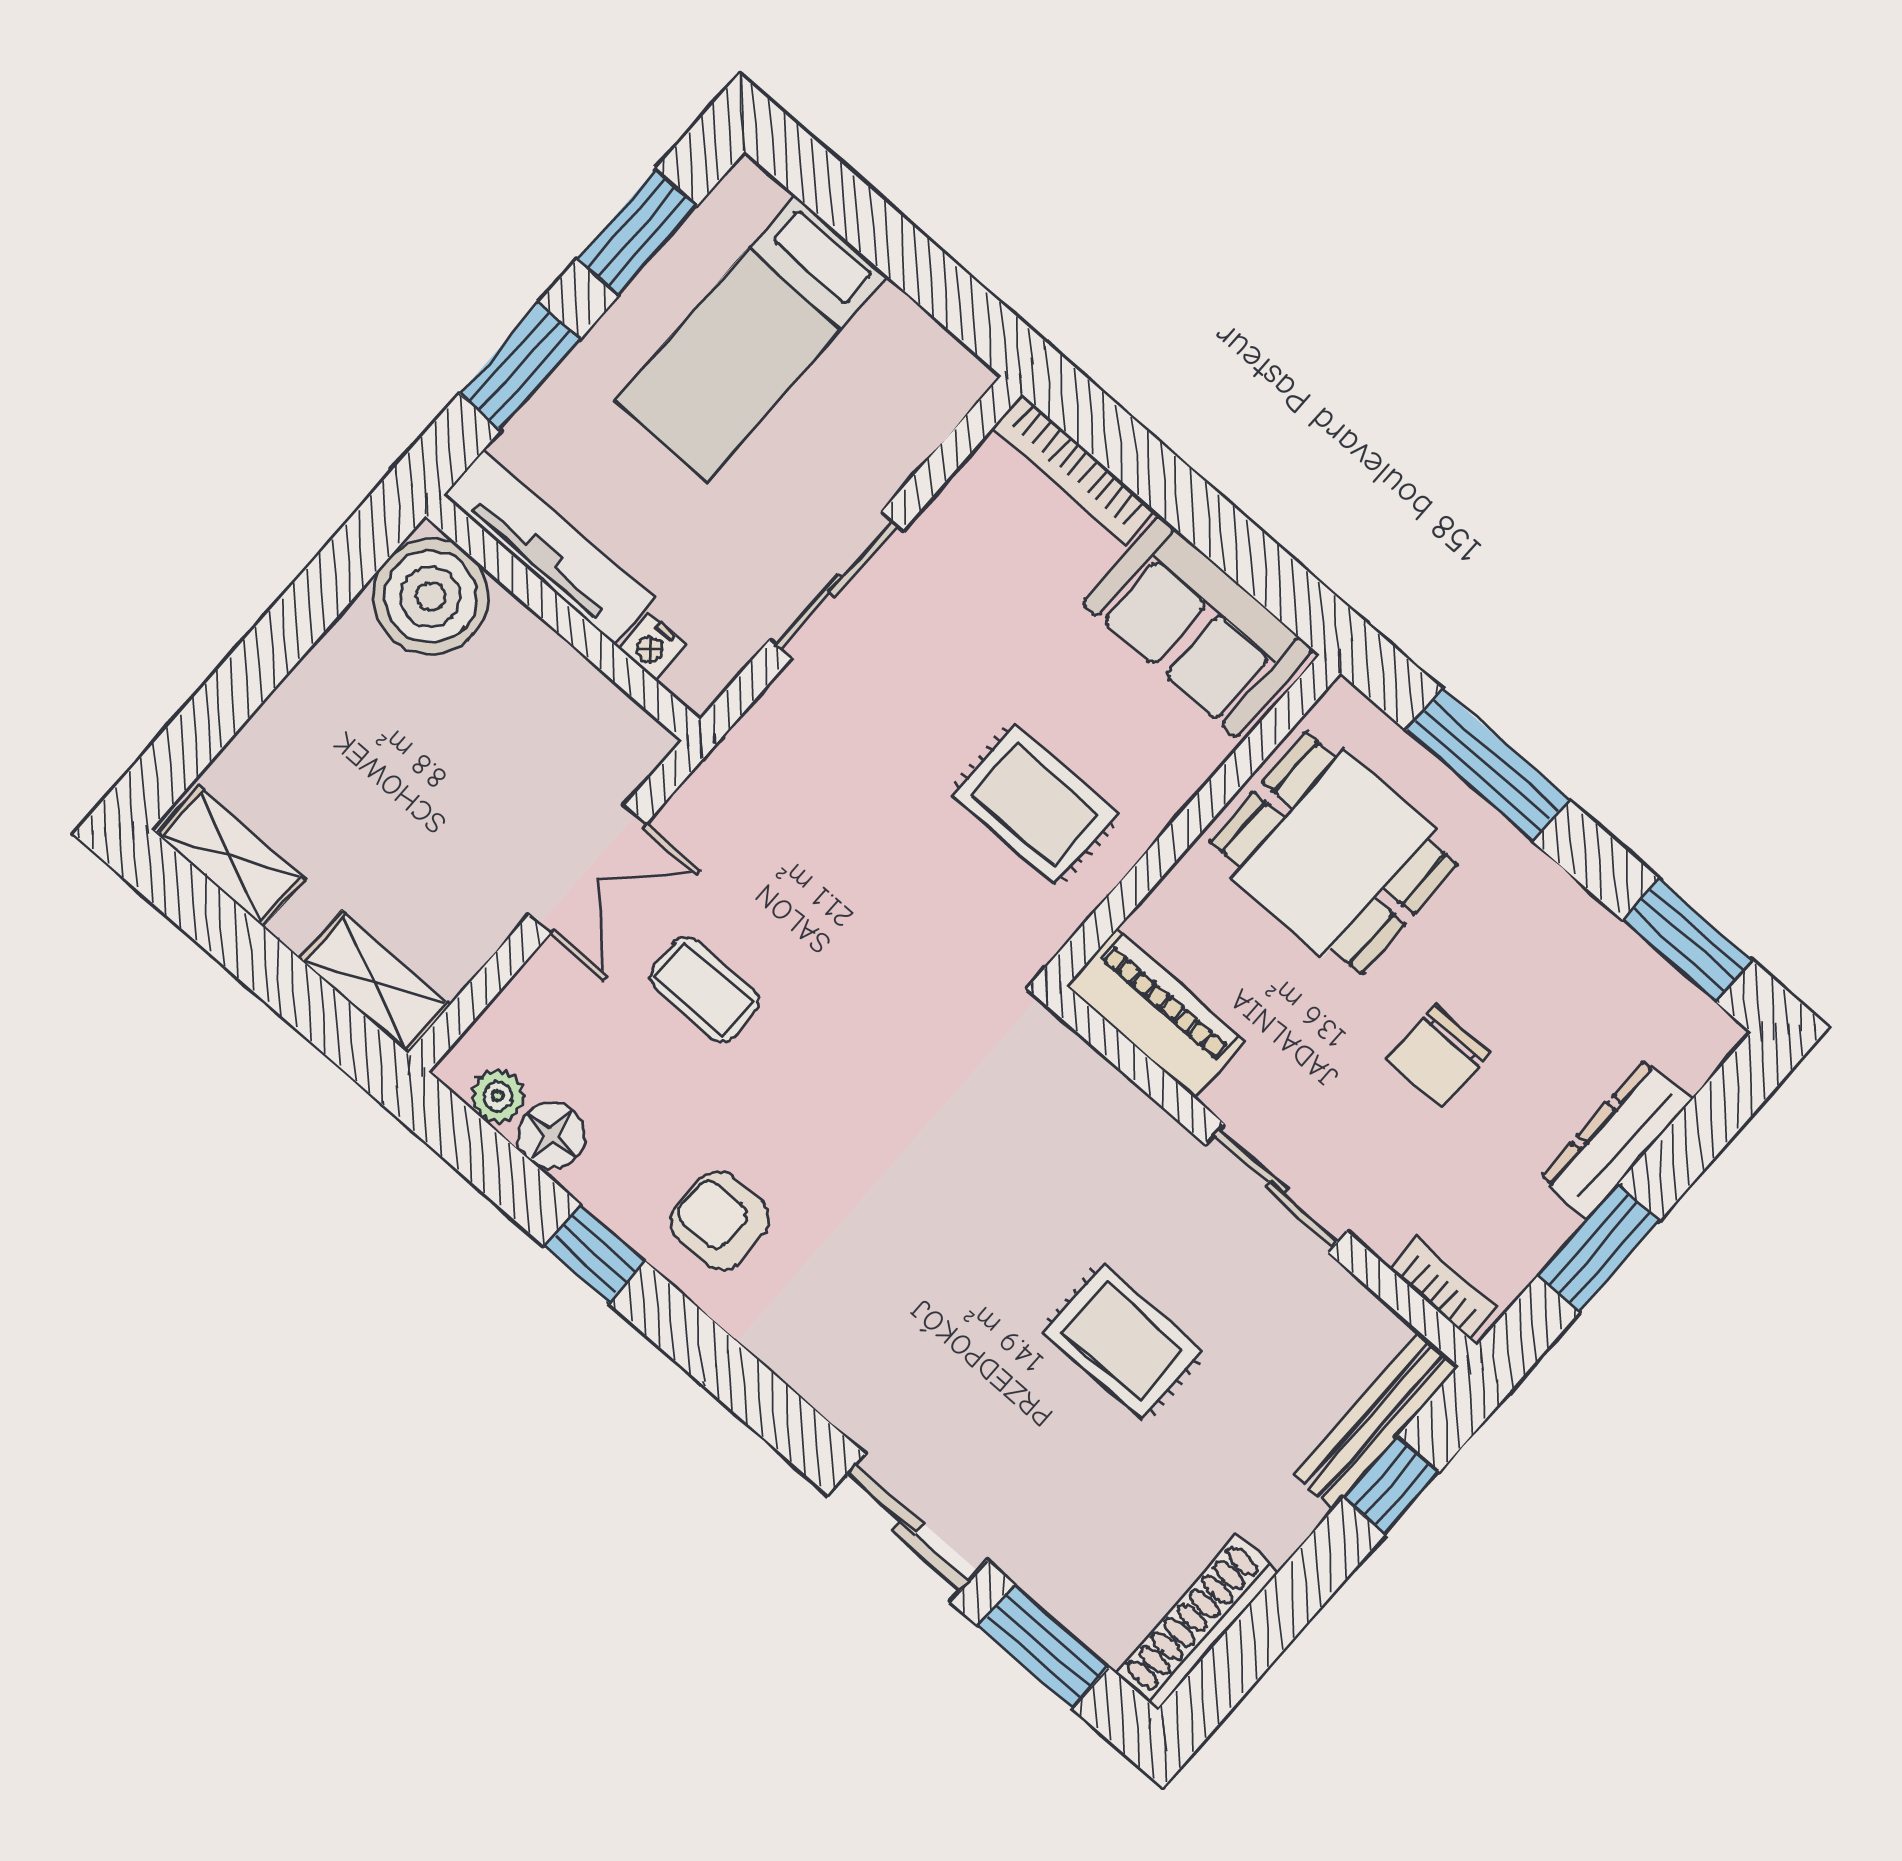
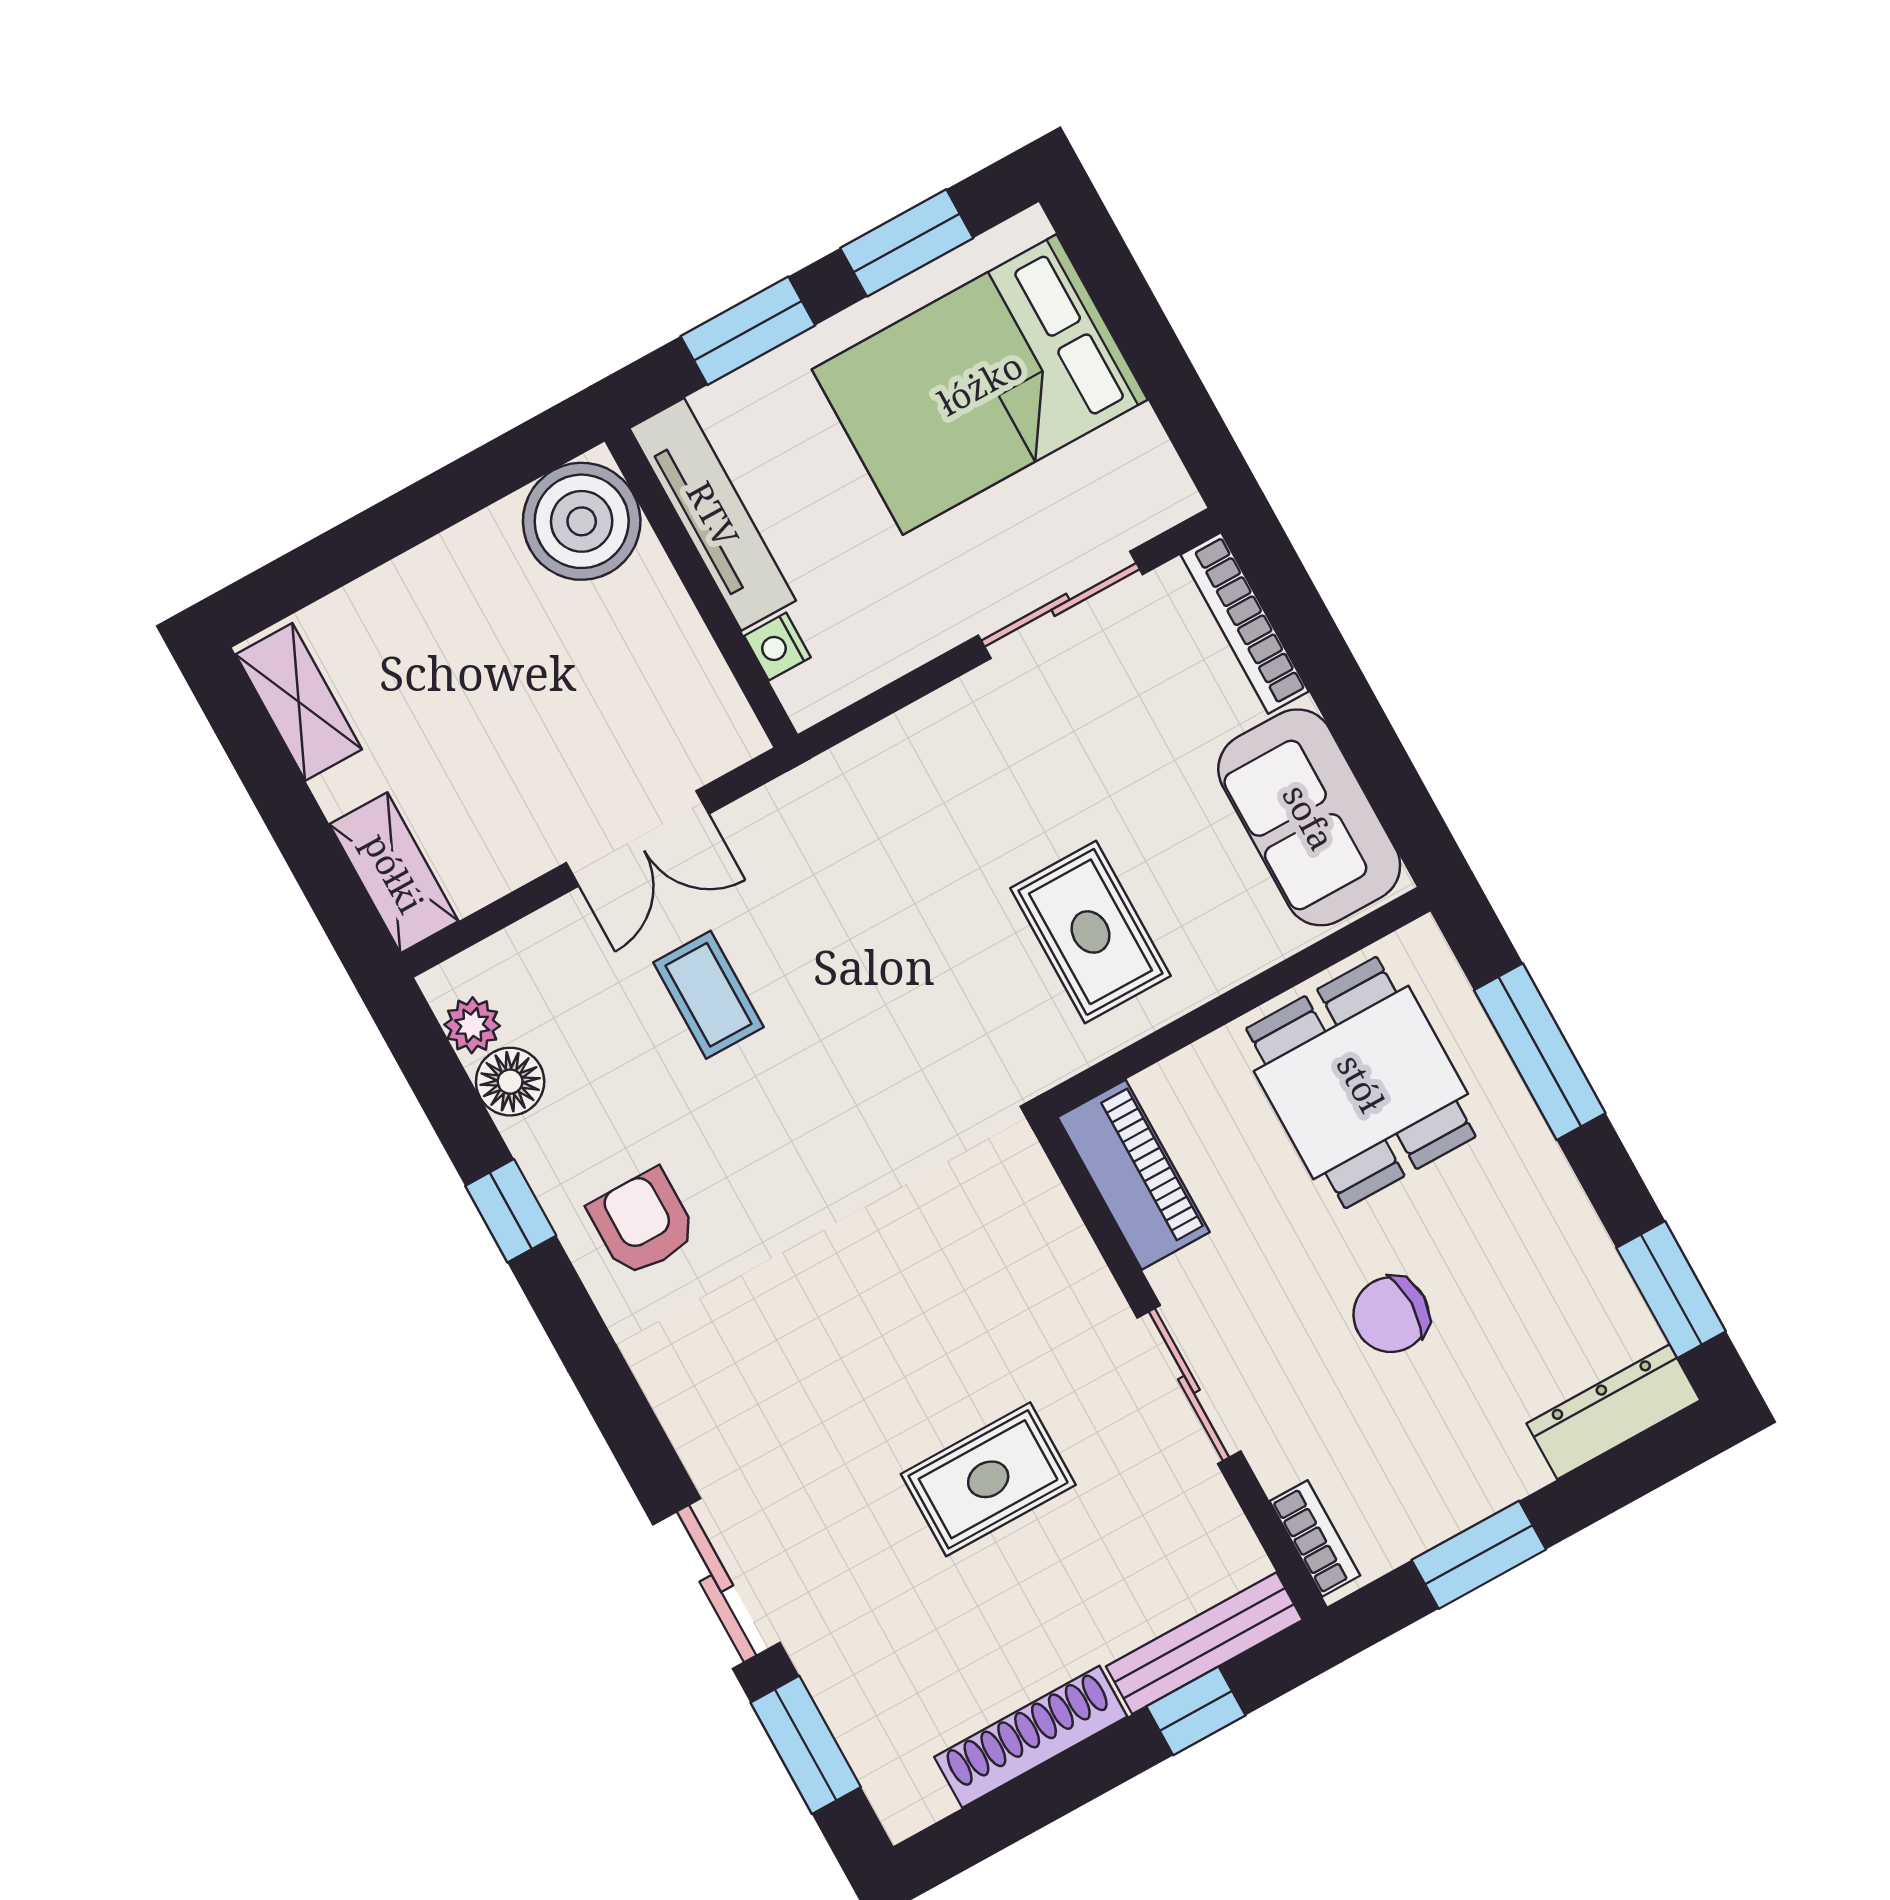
bed: (751, 338) -> (980, 384), width x1.50
sliding door: (836, 585) -> (1060, 605), moved
dresser: (1616, 1140) -> (1613, 1412), moved
rug: (1123, 1342) -> (988, 1479), turned 90
shoe rack: (1197, 1622) -> (1031, 1737), moved

